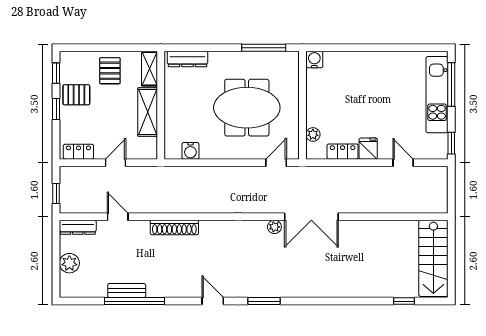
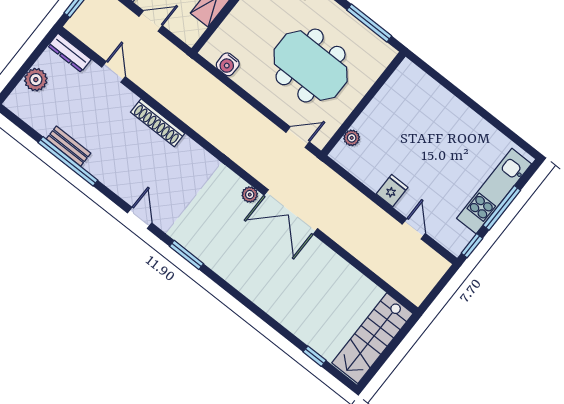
water cooler: (314, 60) -> (407, 70), removed
window: (451, 84) -> (502, 208), moved
locker: (343, 152) -> (366, 175), removed

